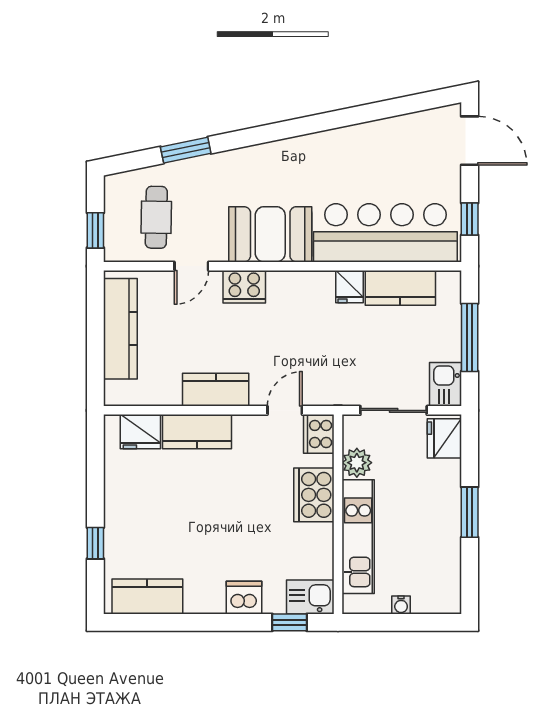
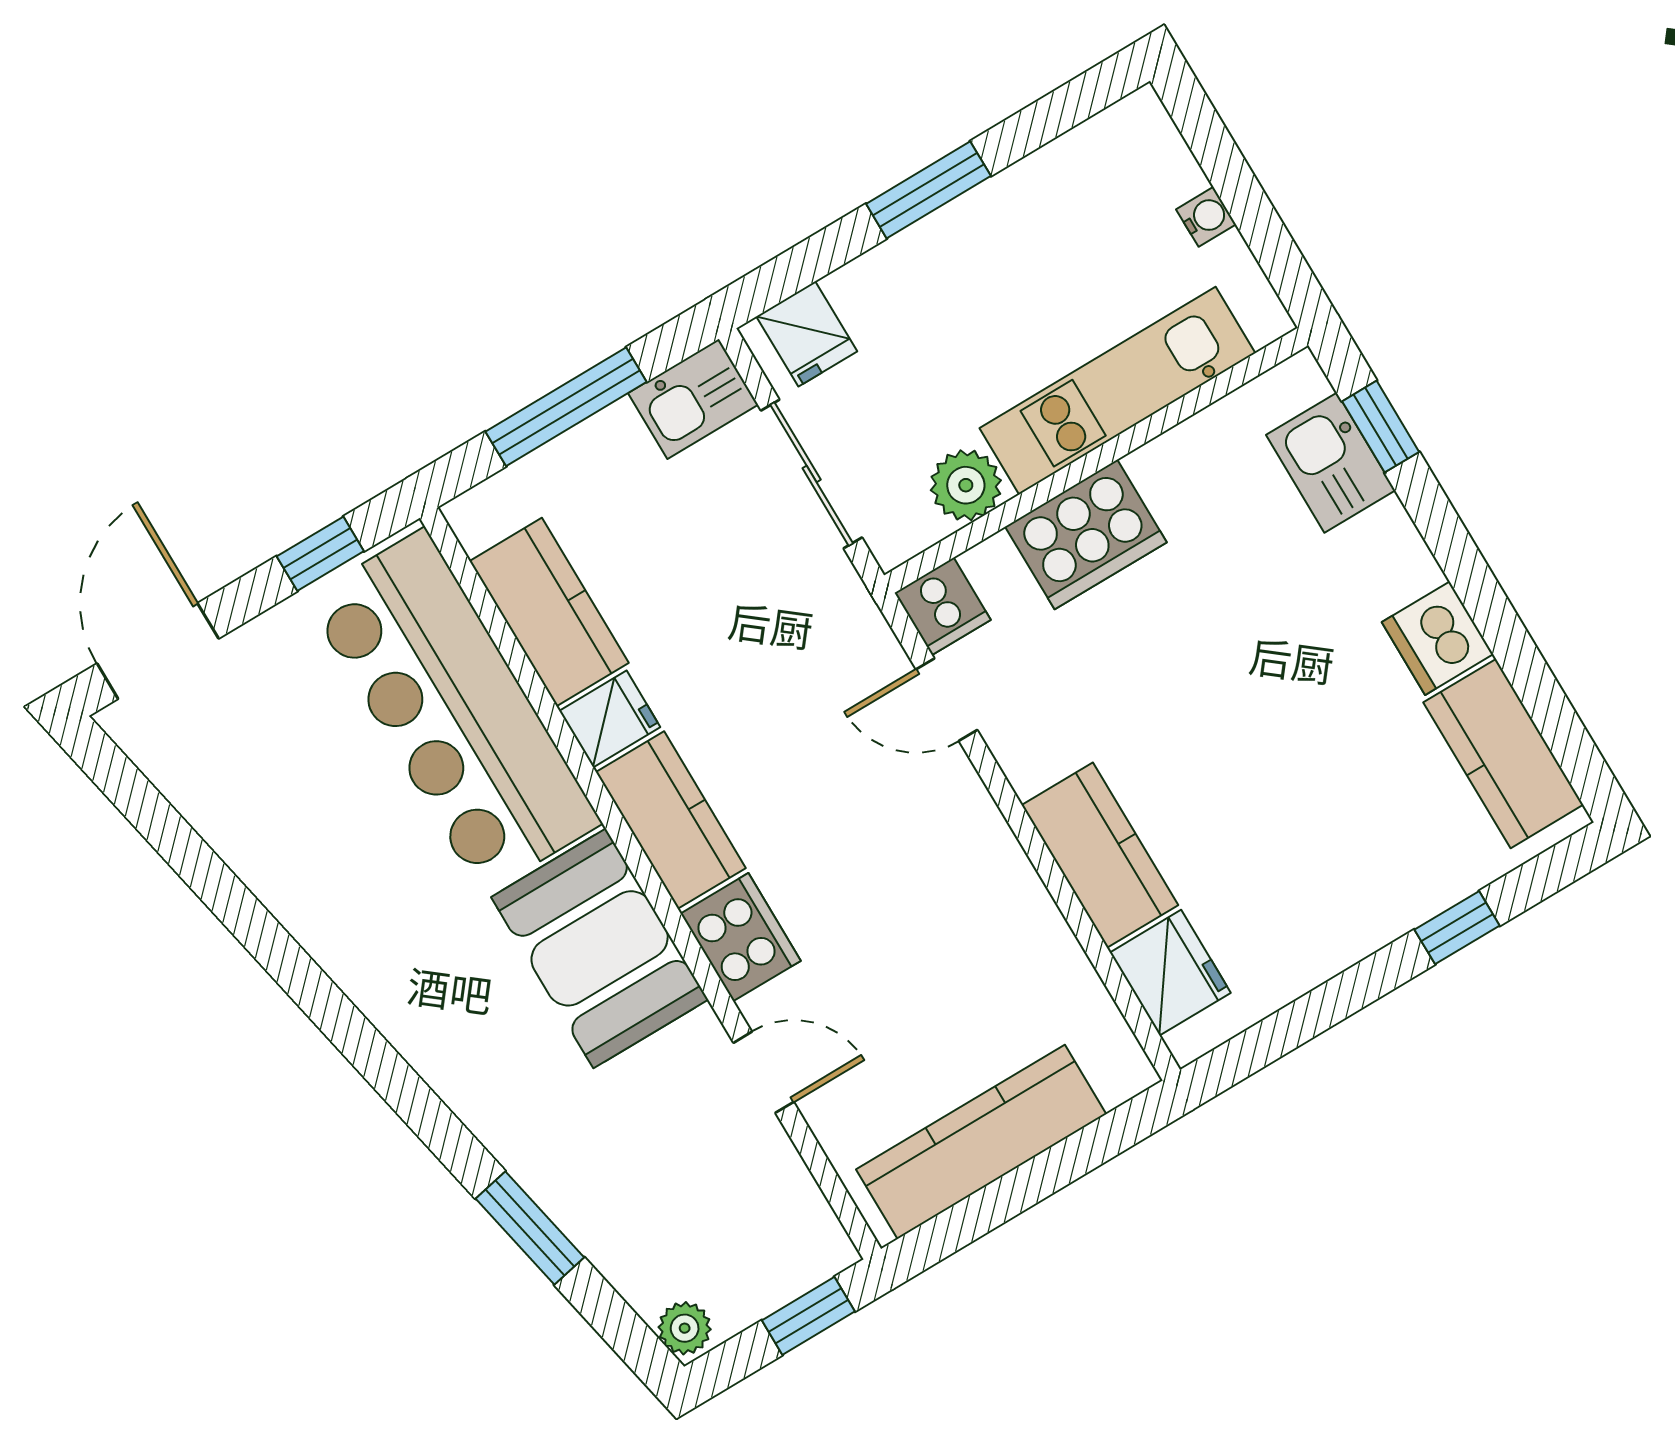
plant: (117, 184) -> (685, 1328), added
cafe table: (156, 217) -> (706, 1206), removed
kitchen counter: (216, 390) -> (671, 820), moved, turned 180
cooker: (319, 434) -> (943, 606), width x0.73
fridge: (444, 438) -> (807, 334), width x0.72
kitchen sink: (310, 597) -> (1331, 463), moved
dishwasher: (244, 598) -> (1437, 638), moved

